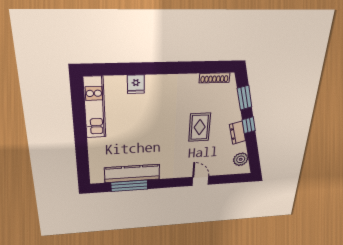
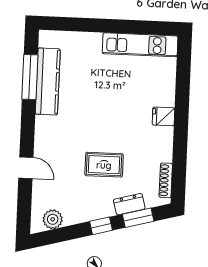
fridge: (136, 84) -> (163, 116), moved
dresser: (237, 133) -> (129, 204), moved
door: (200, 181) -> (26, 168), hinge flipped

